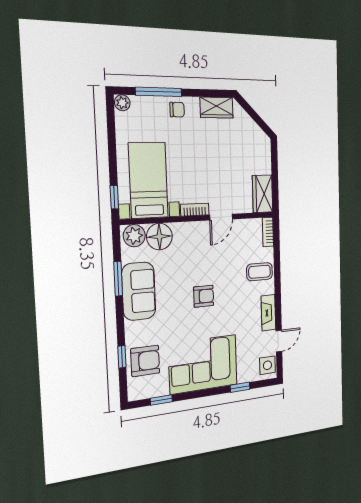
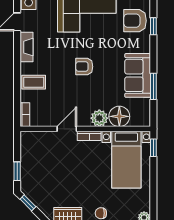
window: (262, 124) -> (28, 203), added
window: (275, 163) -> (17, 171), added
wardrobe: (263, 194) -> (29, 146), removed
plant: (134, 236) -> (99, 118), moved

